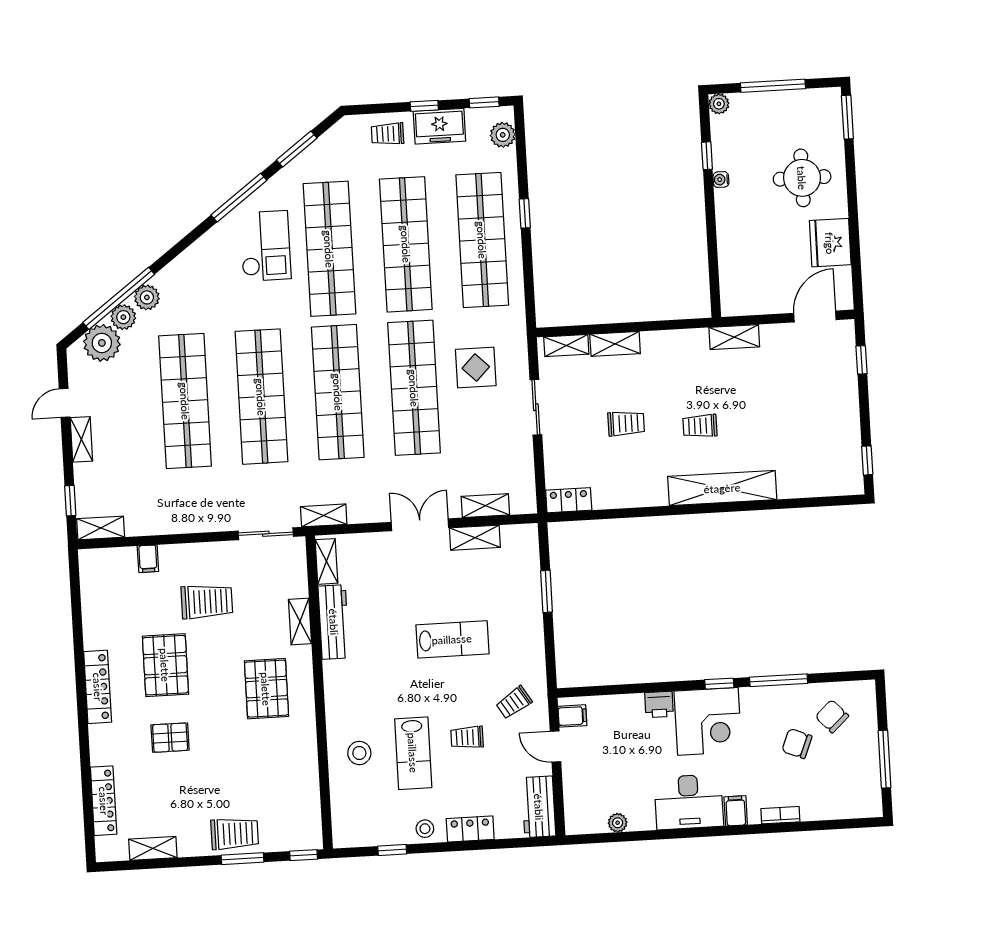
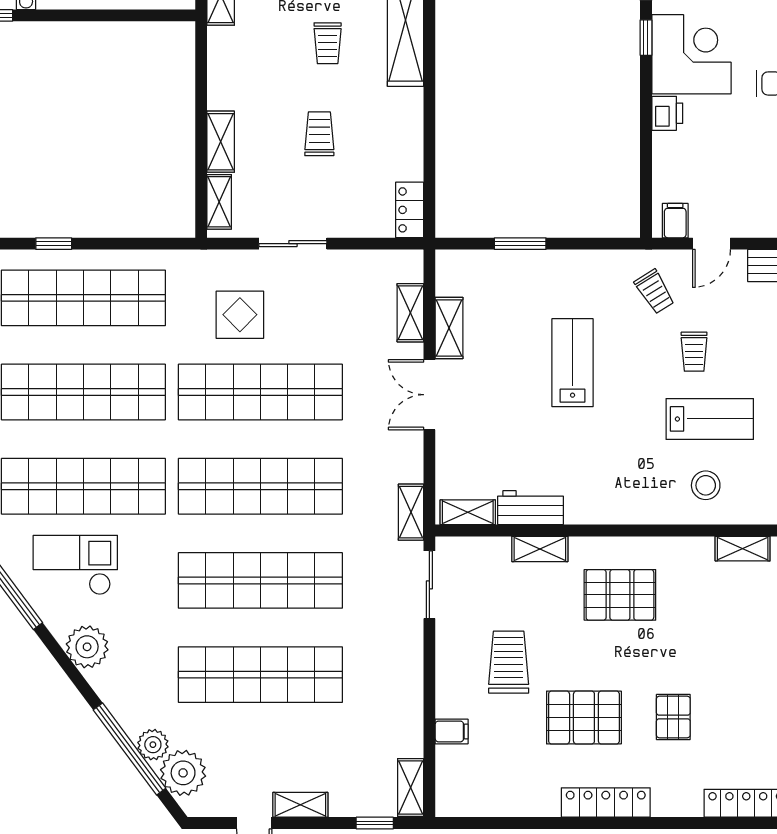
plant: (147, 297) -> (87, 647), moved, width x1.36, depth x1.36
workbench: (334, 622) -> (530, 508), width x0.73
shelving: (310, 786) -> (743, 549), added

